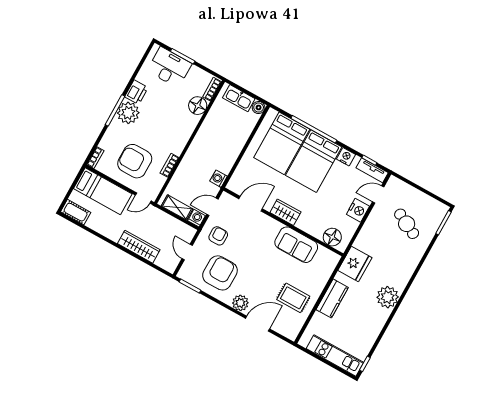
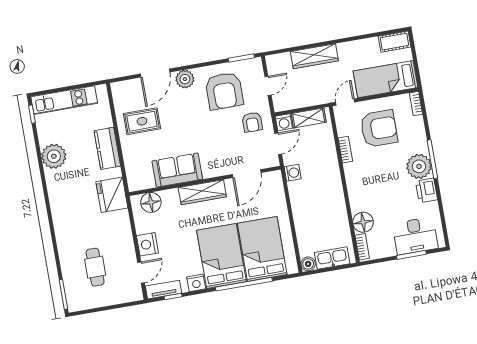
wardrobe: (285, 212) -> (202, 192), width x1.50
cafe table: (407, 224) -> (95, 267), turned 63
door: (187, 252) -> (268, 86), hinge flipped
plant: (388, 297) -> (54, 156), moved

